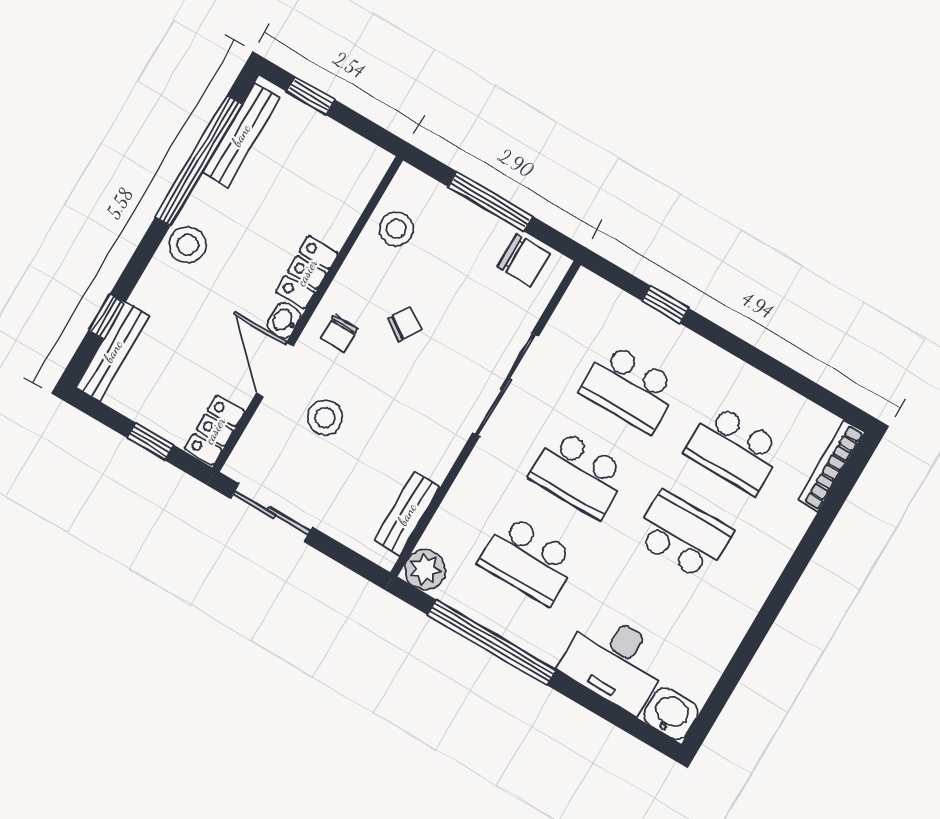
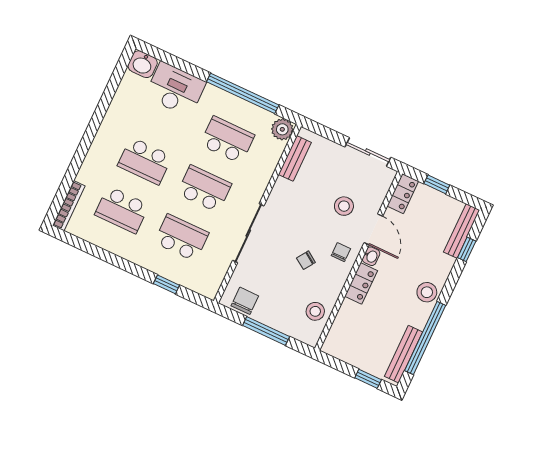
chair: (524, 260) -> (245, 301), turned 90
school desk: (734, 449) -> (122, 210), turned 180

